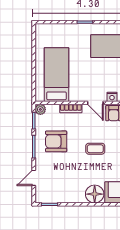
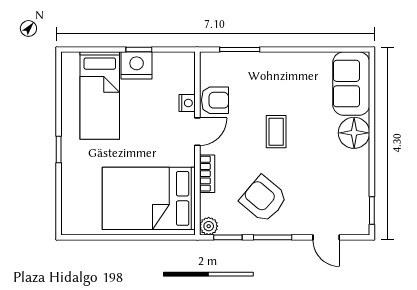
bed: (56, 75) -> (149, 198), width x1.50
armchair: (56, 141) -> (264, 199), turned 130

